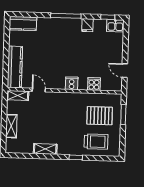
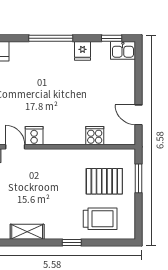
cooker: (72, 83) -> (34, 136), moved

